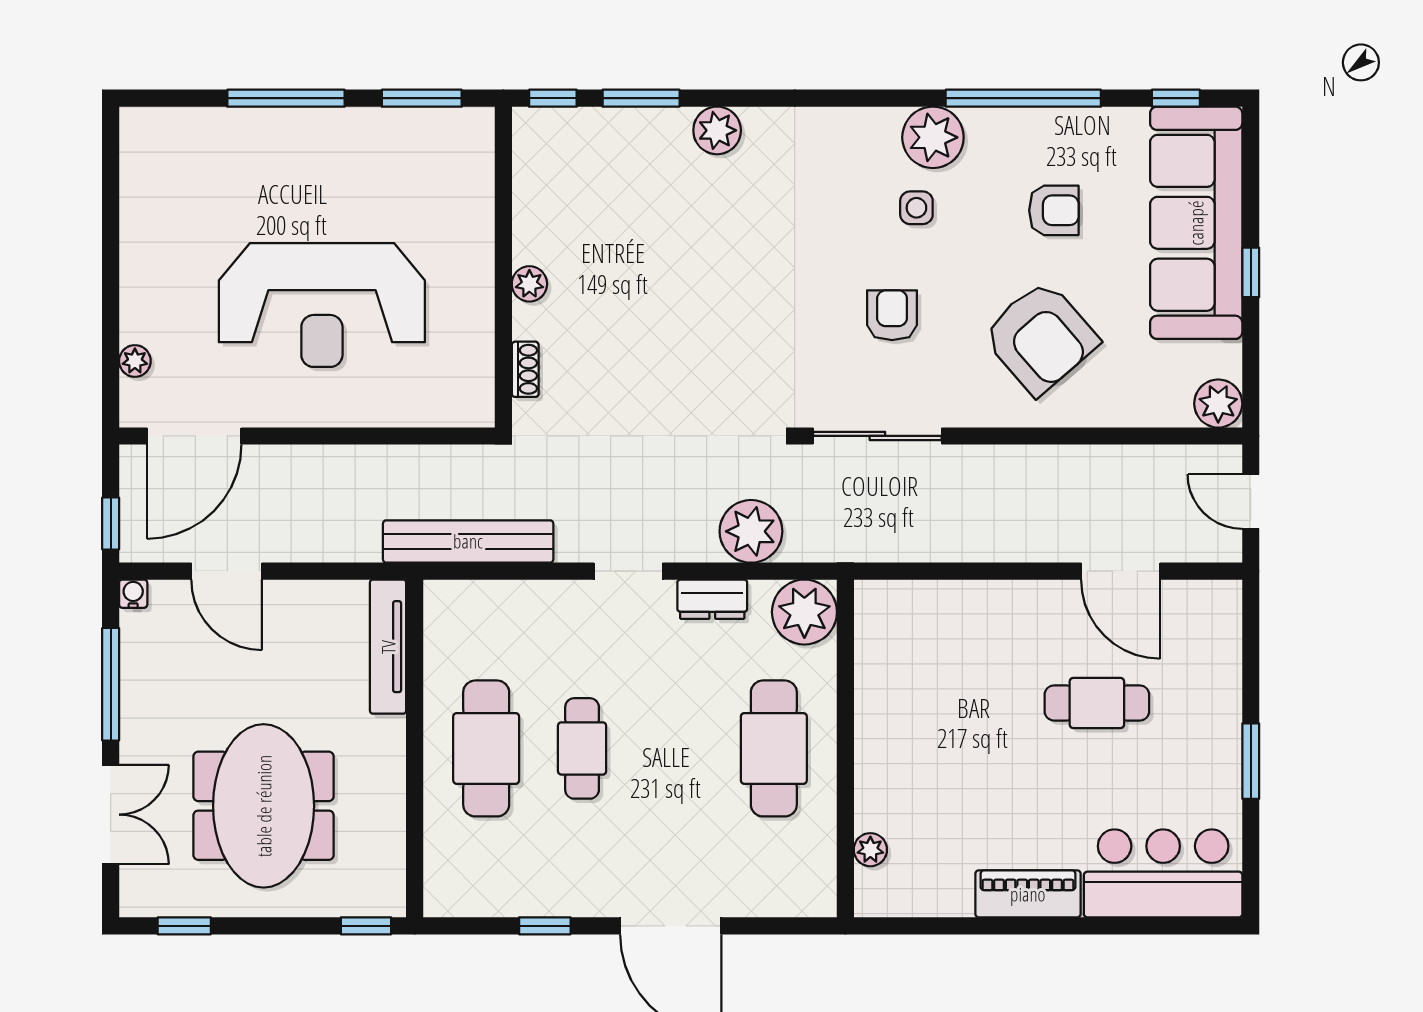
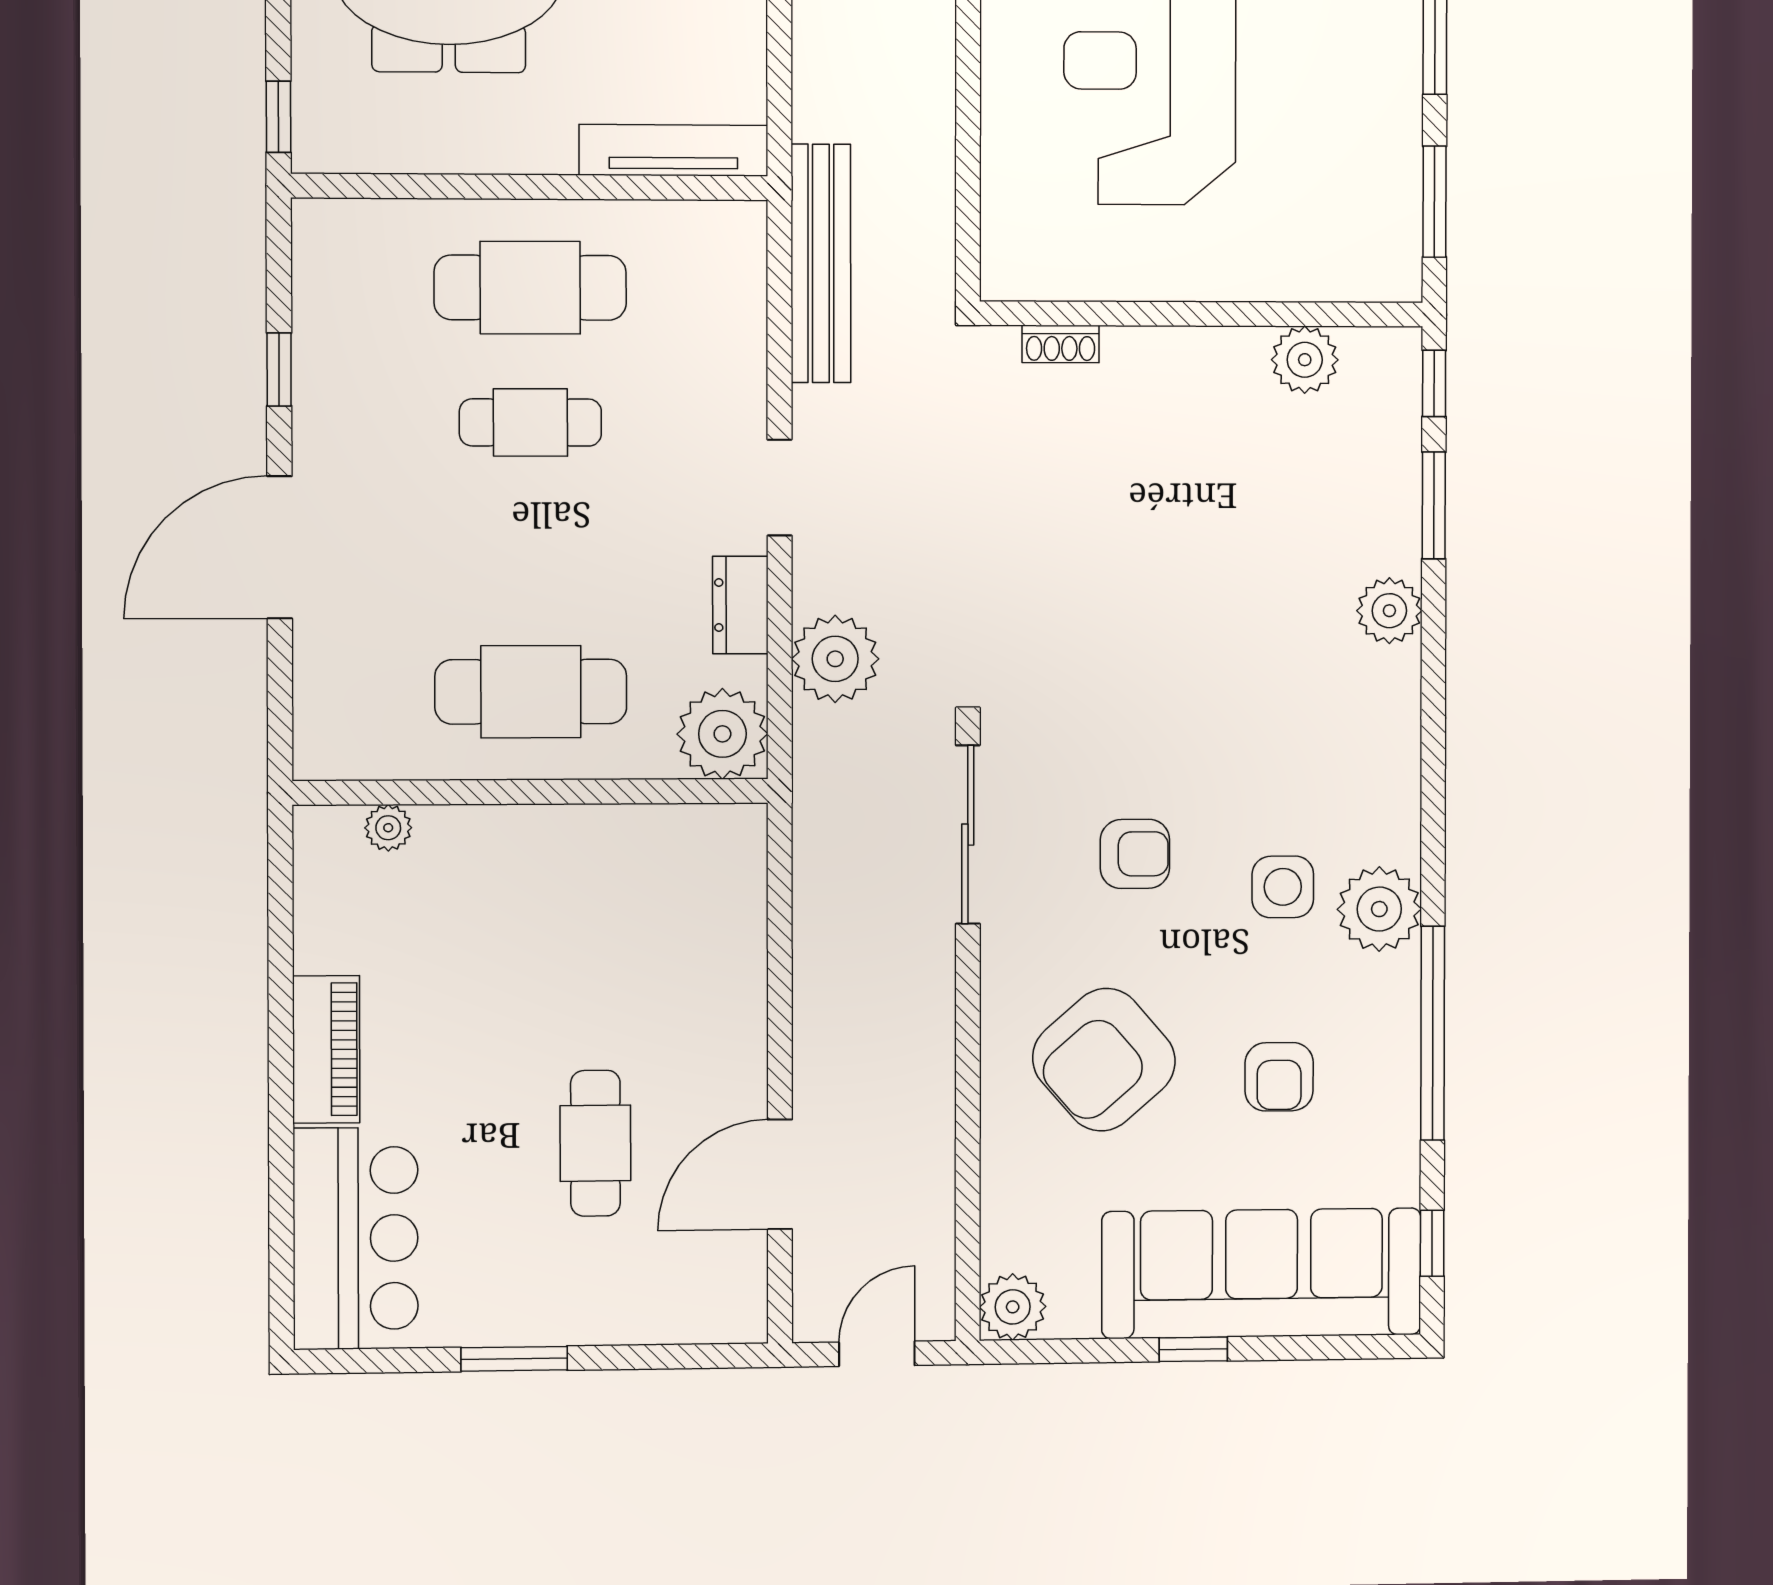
side table: (916, 208) -> (1283, 887), width x1.37, depth x1.37
plant: (529, 284) -> (1305, 360), moved, width x1.38, depth x1.38

